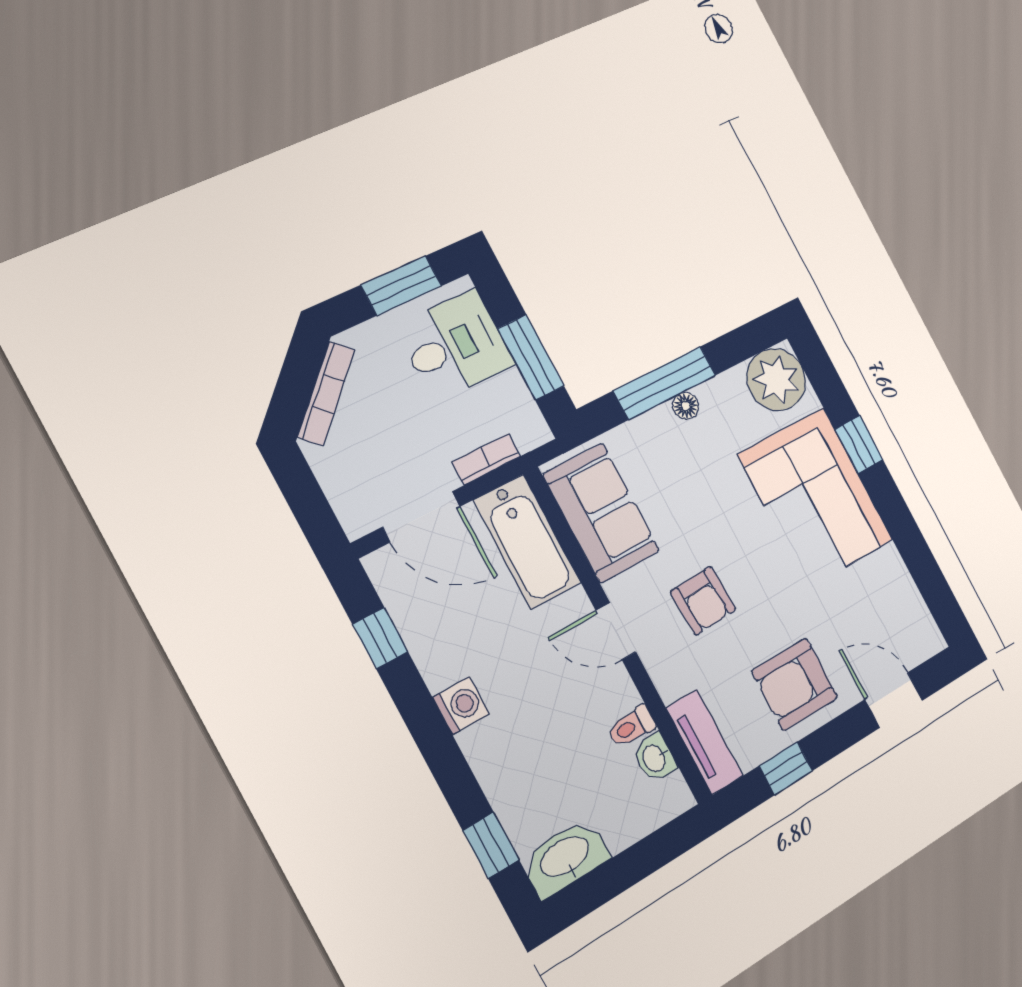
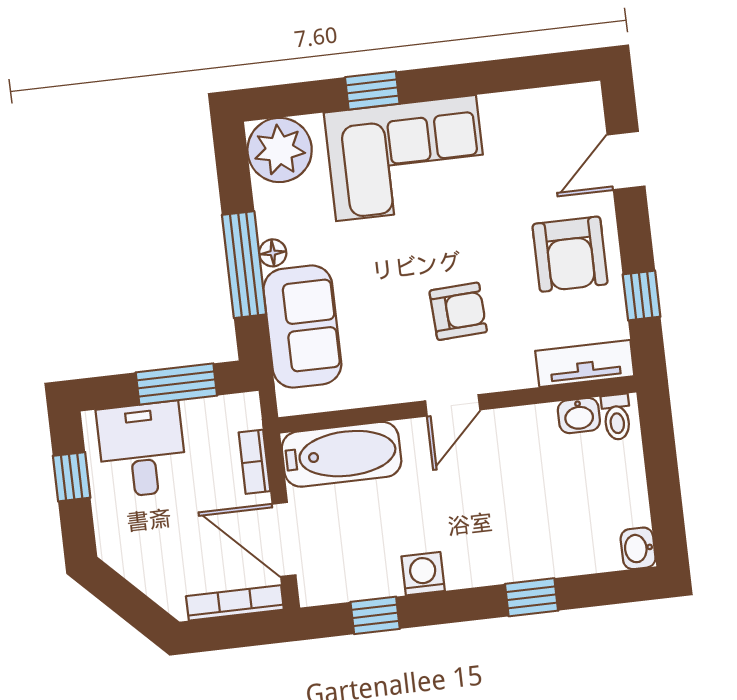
window: (401, 285) -> (72, 477), width x0.67
bookcase: (326, 393) -> (235, 603), moved, turned -45
sofa: (601, 513) -> (302, 327), moved, turned 90
door: (421, 517) -> (284, 539), swing flipped
washing machine: (461, 705) -> (423, 574), moved
toilet: (632, 727) -> (617, 417), moved
window: (491, 845) -> (532, 597), moved
washbasin: (565, 858) -> (638, 548), width x0.52, depth x0.69

